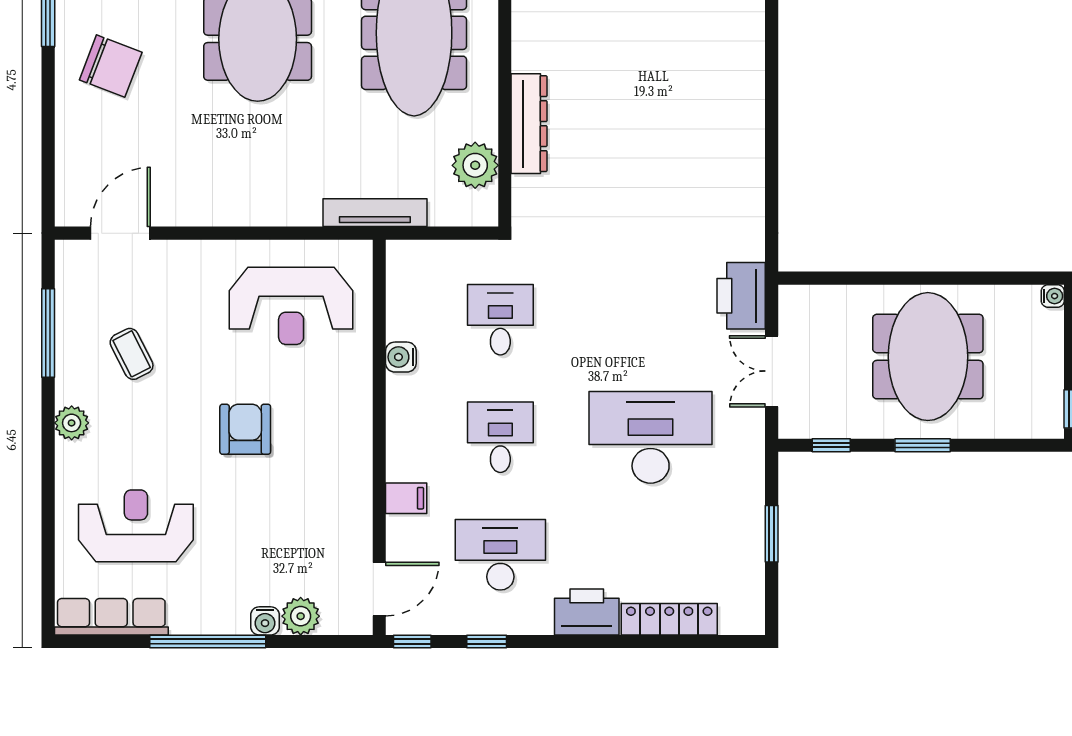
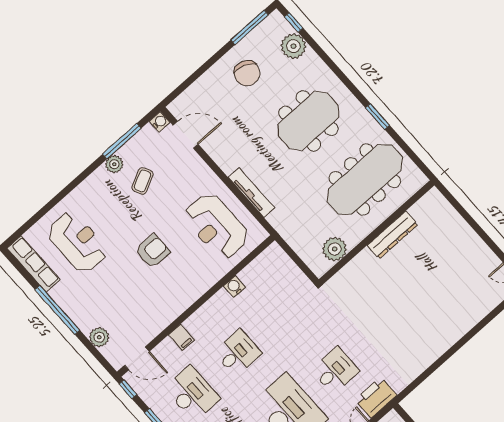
dresser: (529, 124) -> (393, 235), moved
tv unit: (375, 213) -> (251, 193), moved
desk: (500, 320) -> (335, 371), moved
plant: (72, 423) -> (114, 164), moved
water cooler: (265, 621) -> (160, 122), moved, turned 180

